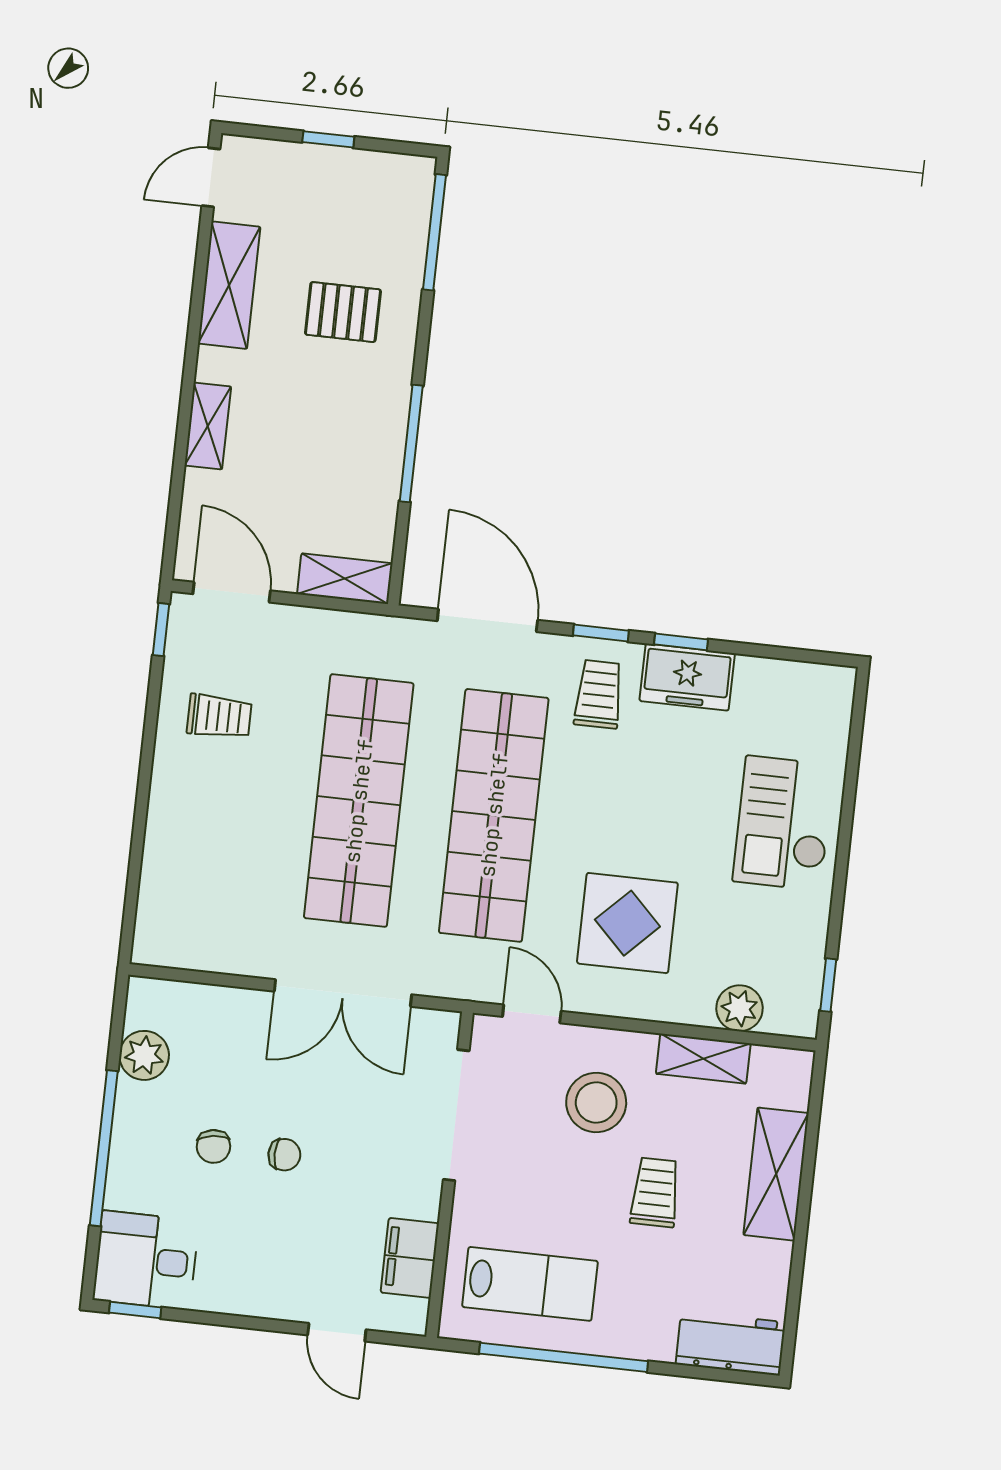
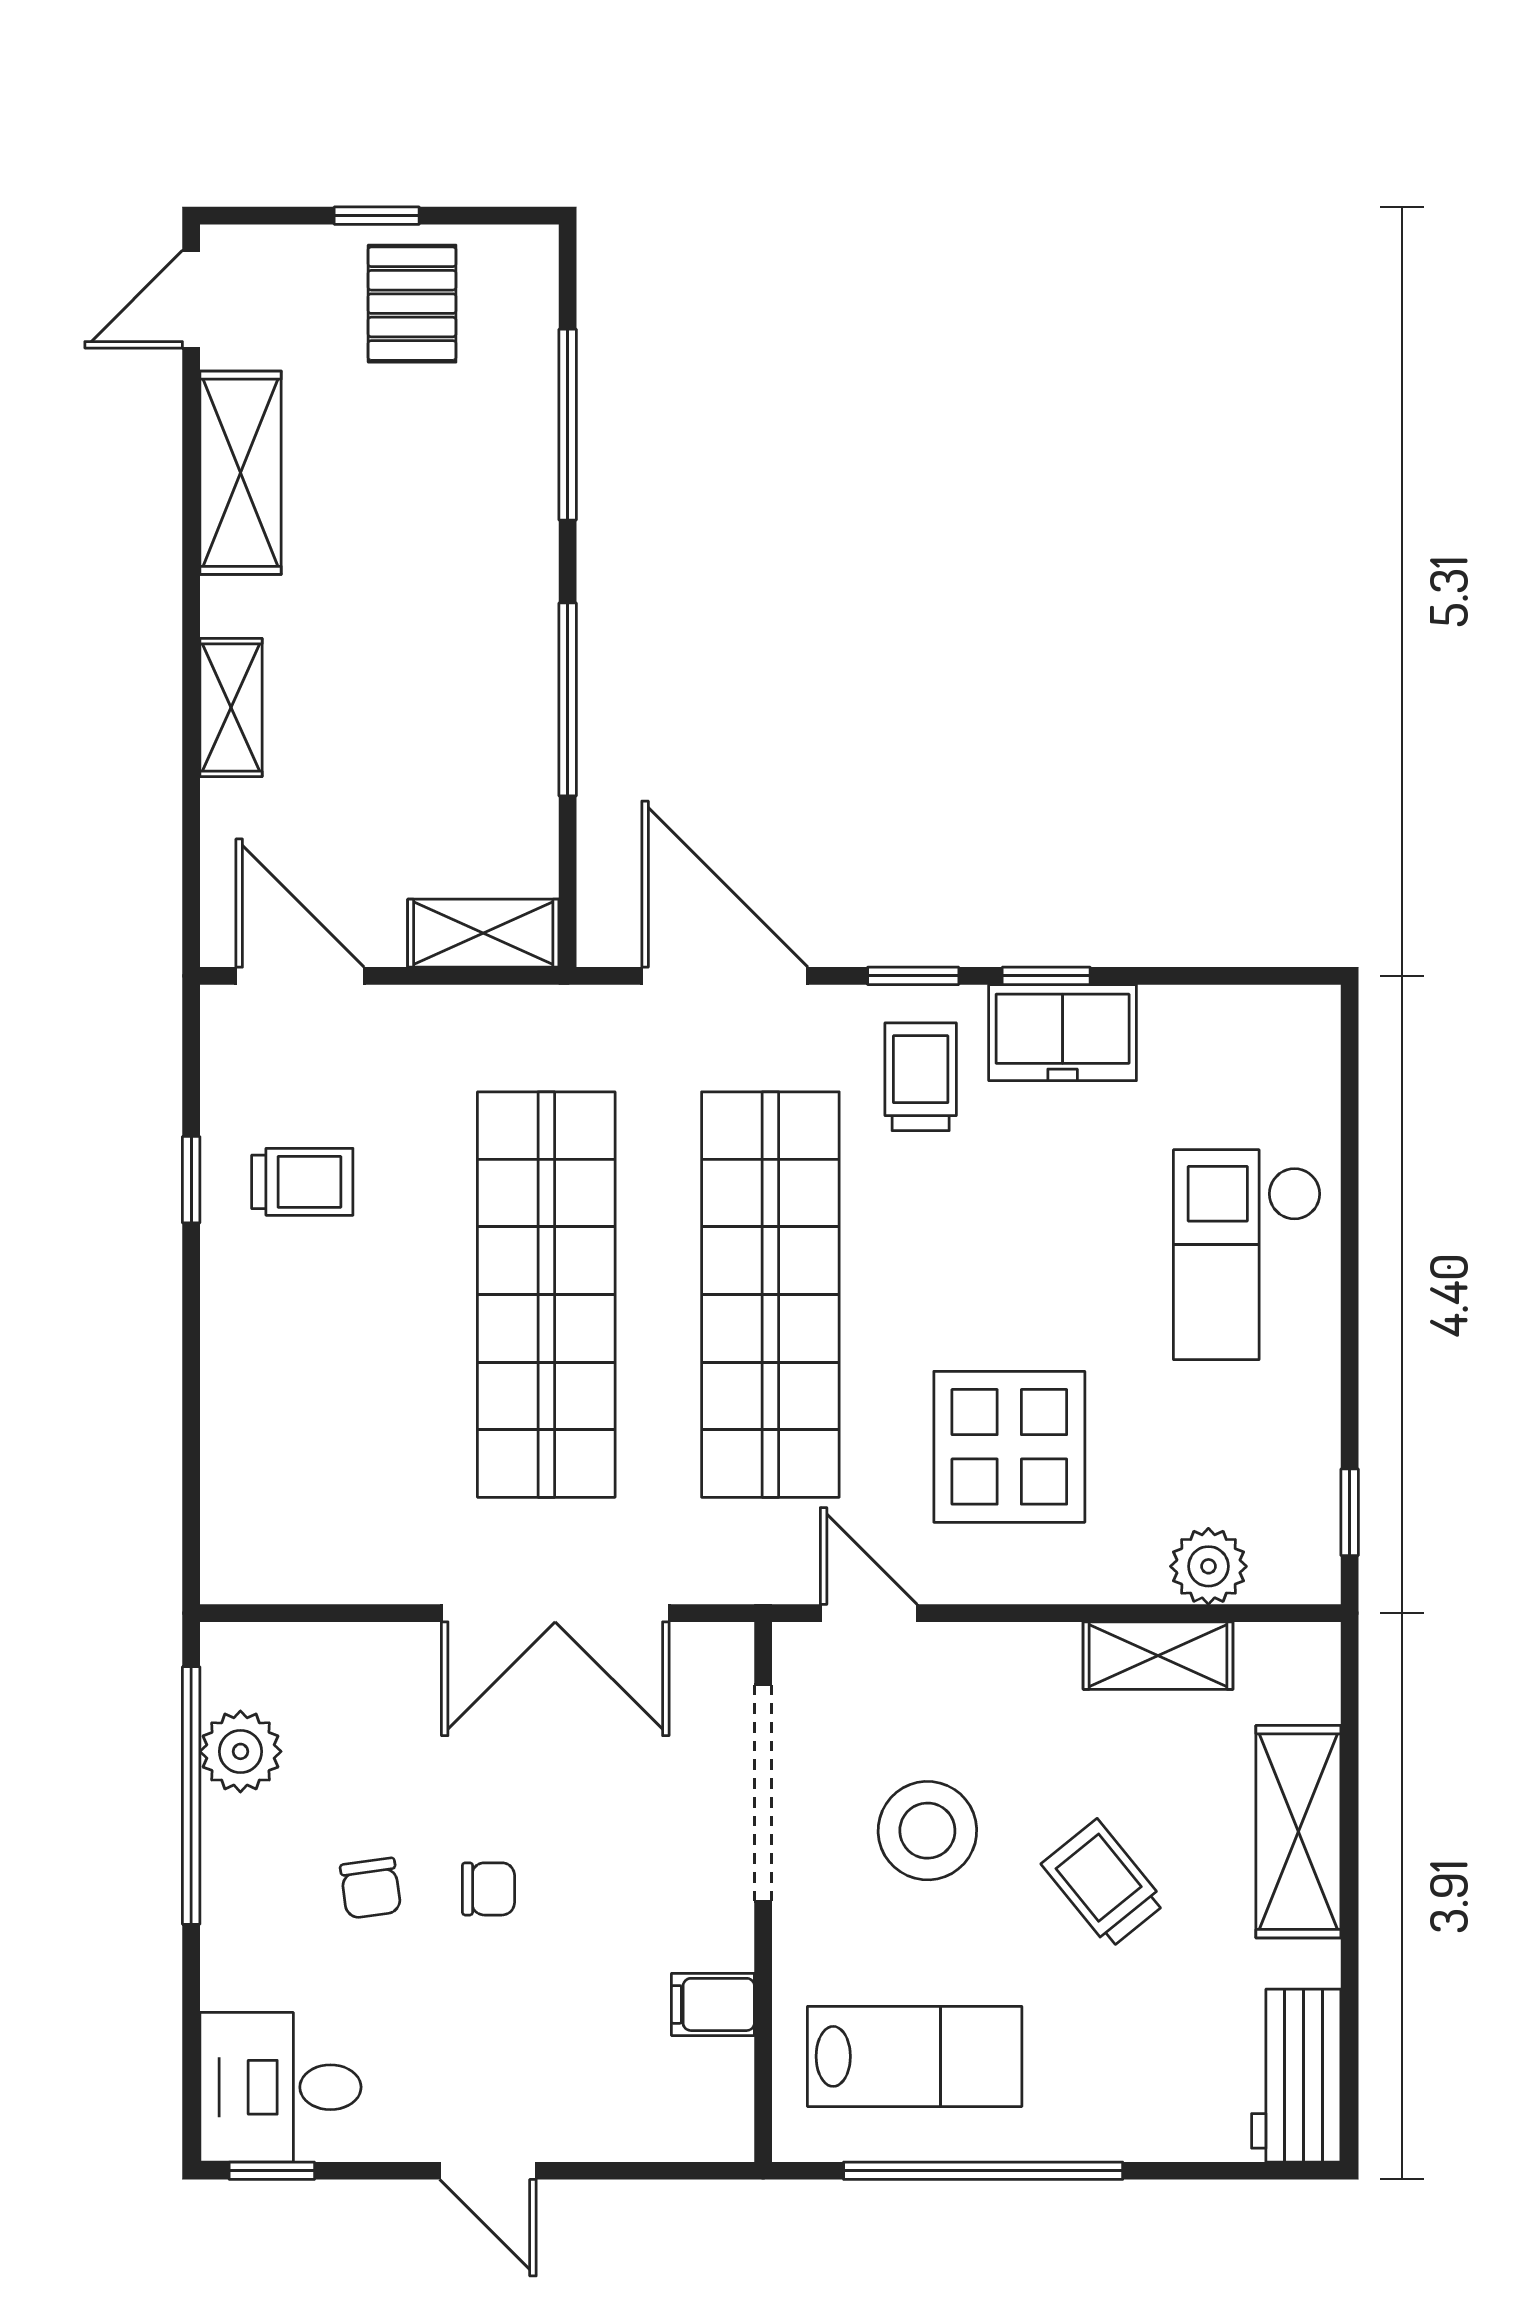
window: (434, 232) -> (568, 425), moved
pallet: (343, 312) -> (412, 304), moved, turned 90
window: (161, 630) -> (191, 1180), moved
stool: (596, 1102) -> (927, 1831), moved
window: (104, 1148) -> (191, 1795), moved
trolley: (655, 1192) -> (1103, 1884), turned -39
filing cabinet: (410, 1258) -> (713, 2004), width x0.50
door: (337, 1332) -> (488, 2171), moved
workbench: (731, 1343) -> (1296, 2076), moved, turned -90

